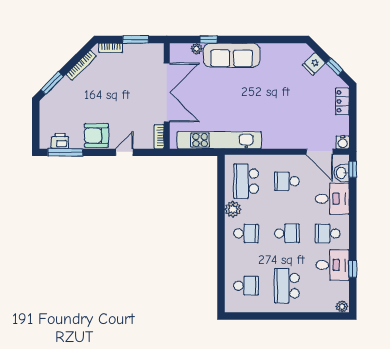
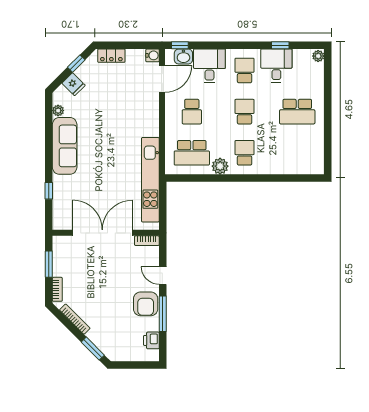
plant: (197, 49) -> (58, 111), moved
sofa: (232, 55) -> (65, 146), moved
window: (65, 152) -> (163, 314), moved
school desk: (328, 233) -> (245, 70), turned 180
school desk: (246, 286) -> (297, 153), removed

